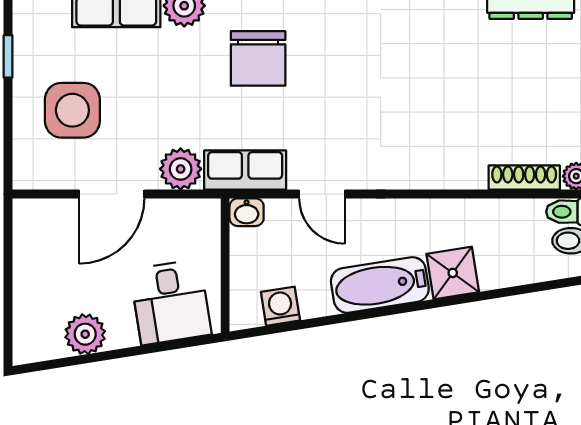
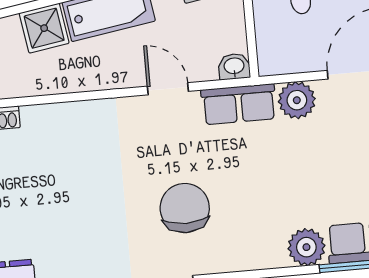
chair: (258, 58) -> (185, 208), moved

